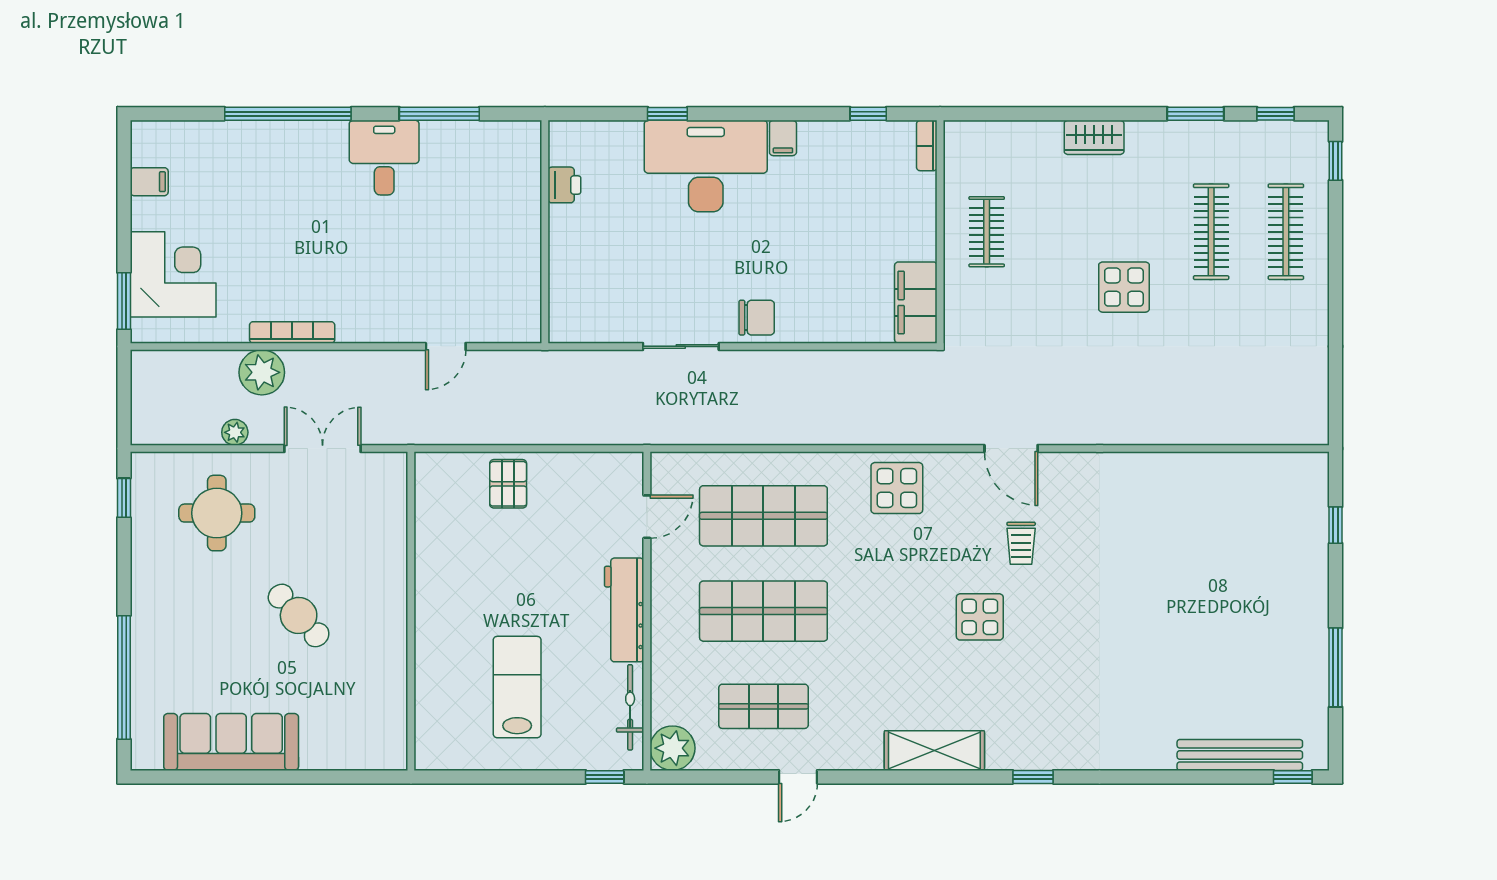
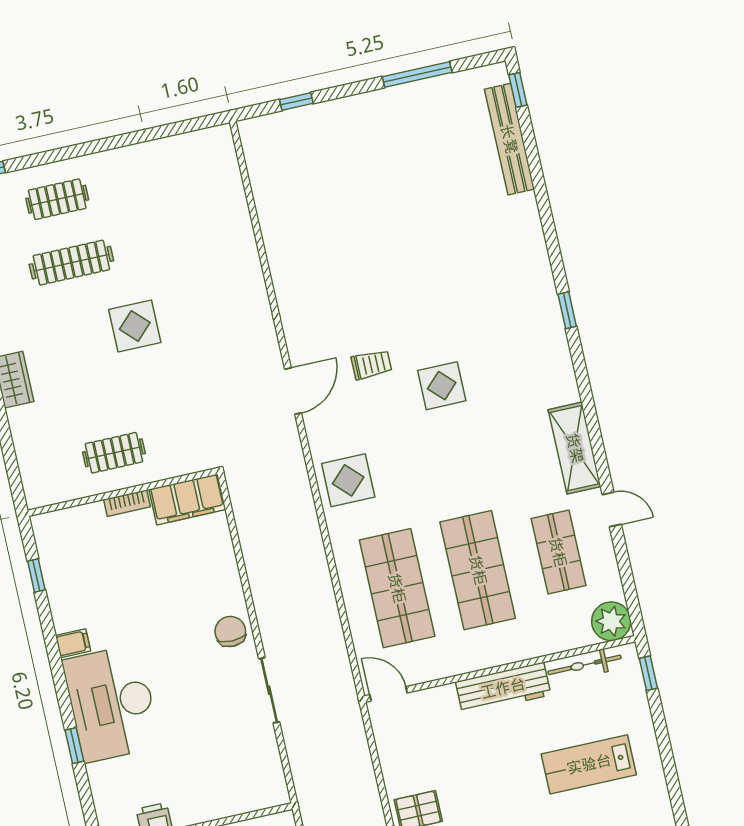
bookcase: (927, 146) -> (127, 503), moved
clothes rail: (1286, 232) -> (57, 199), width x0.73
door: (647, 517) -> (388, 694), moved
shelving: (934, 751) -> (575, 448), moved

